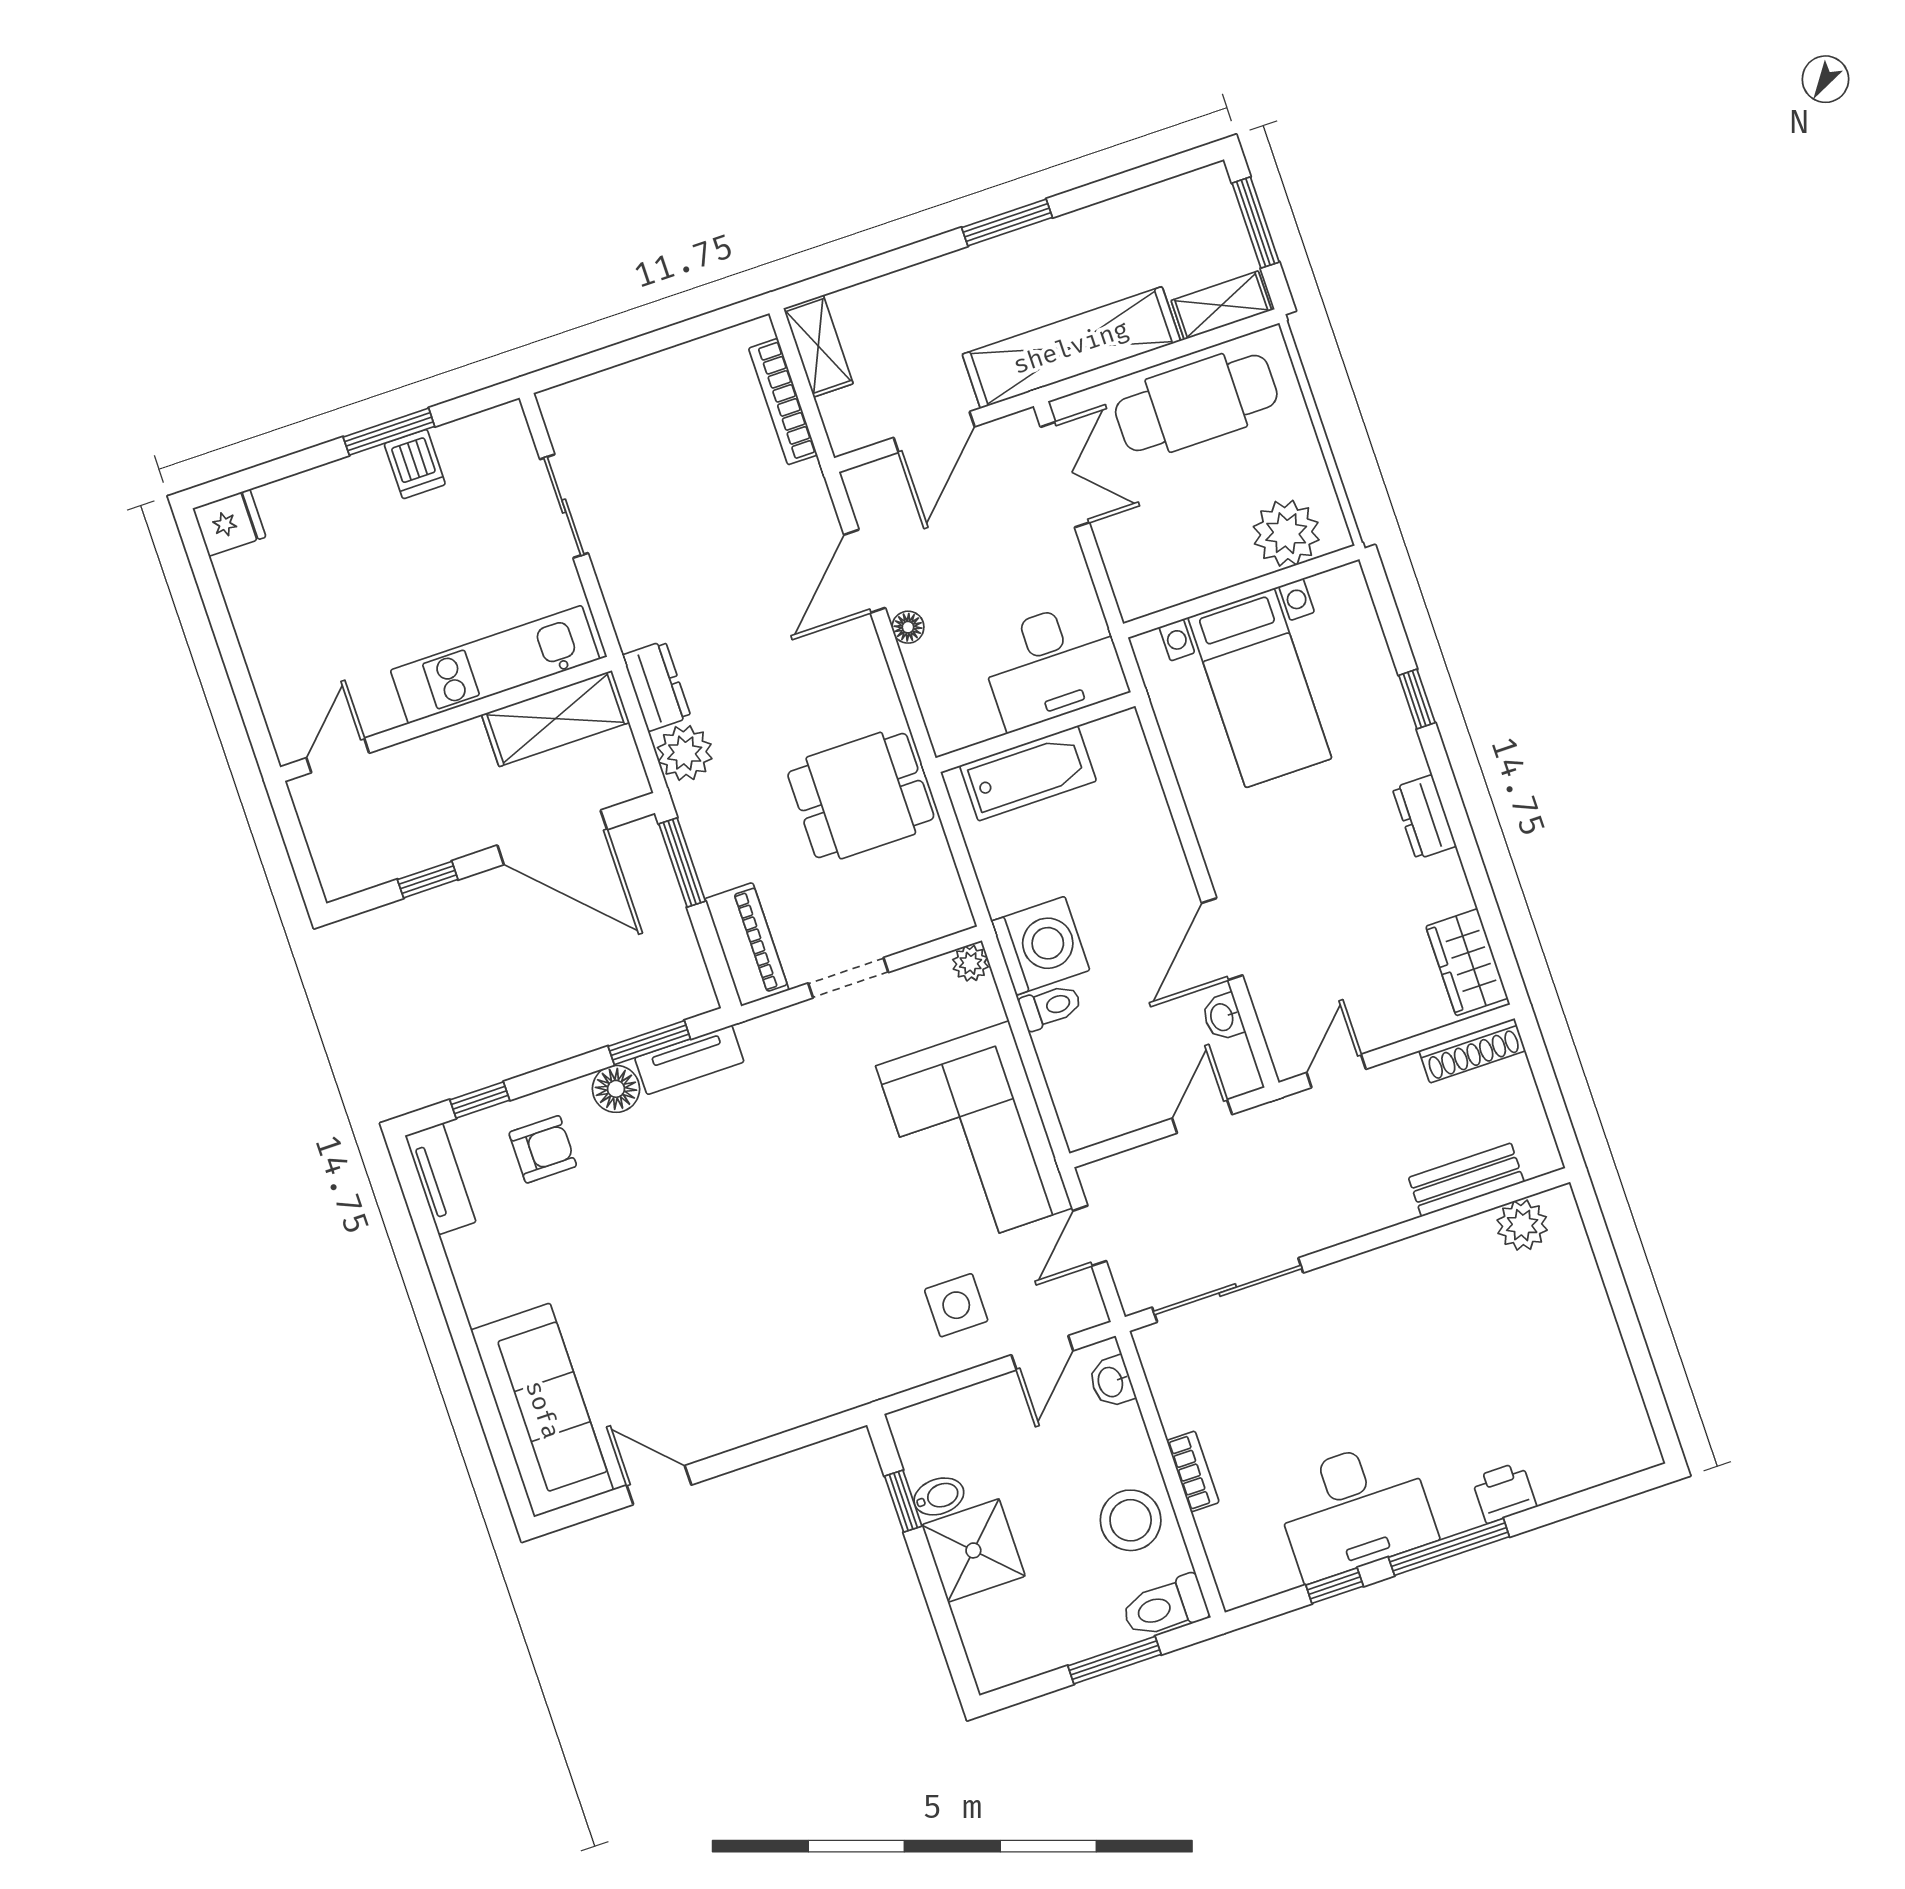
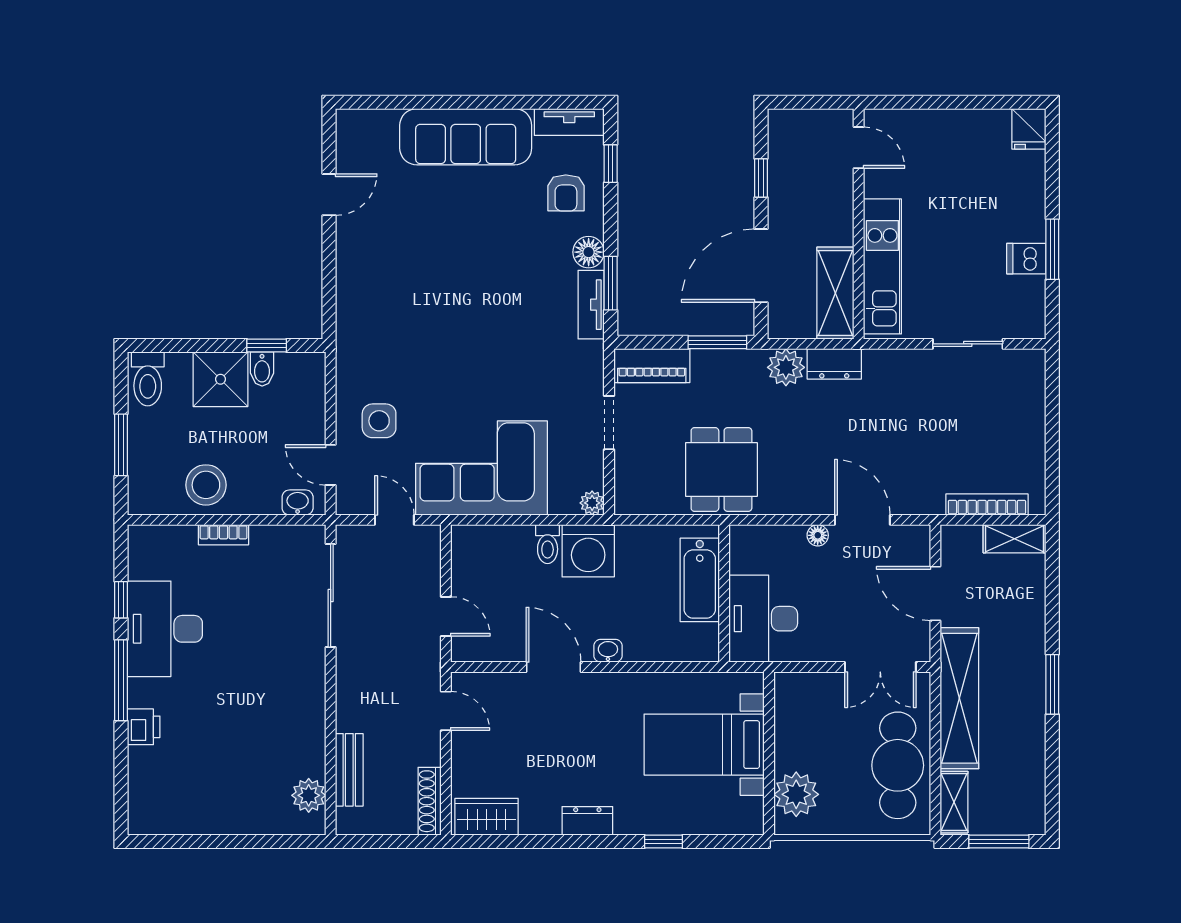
washbasin: (1223, 1017) -> (608, 651), moved
sofa: (542, 1410) -> (466, 137), moved
toilet: (1165, 1607) -> (148, 379), moved, turned 180

